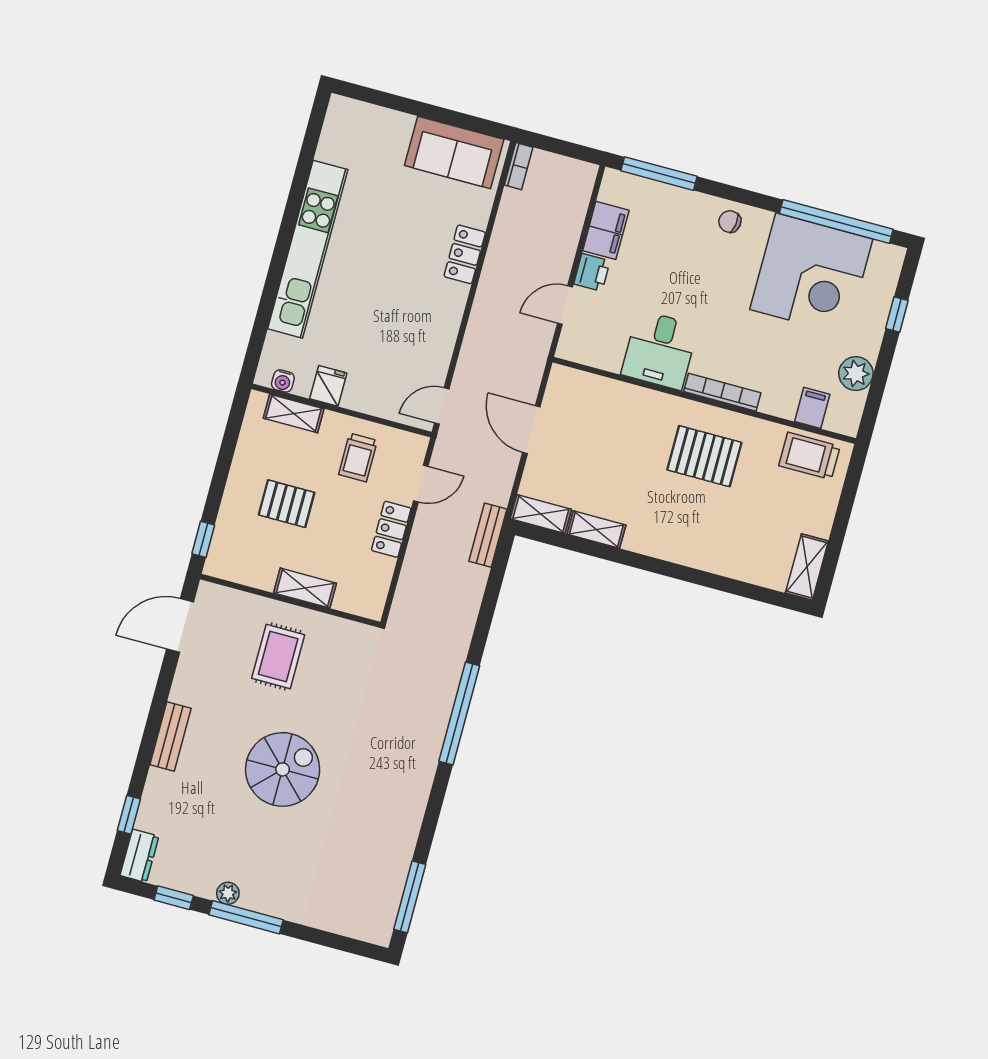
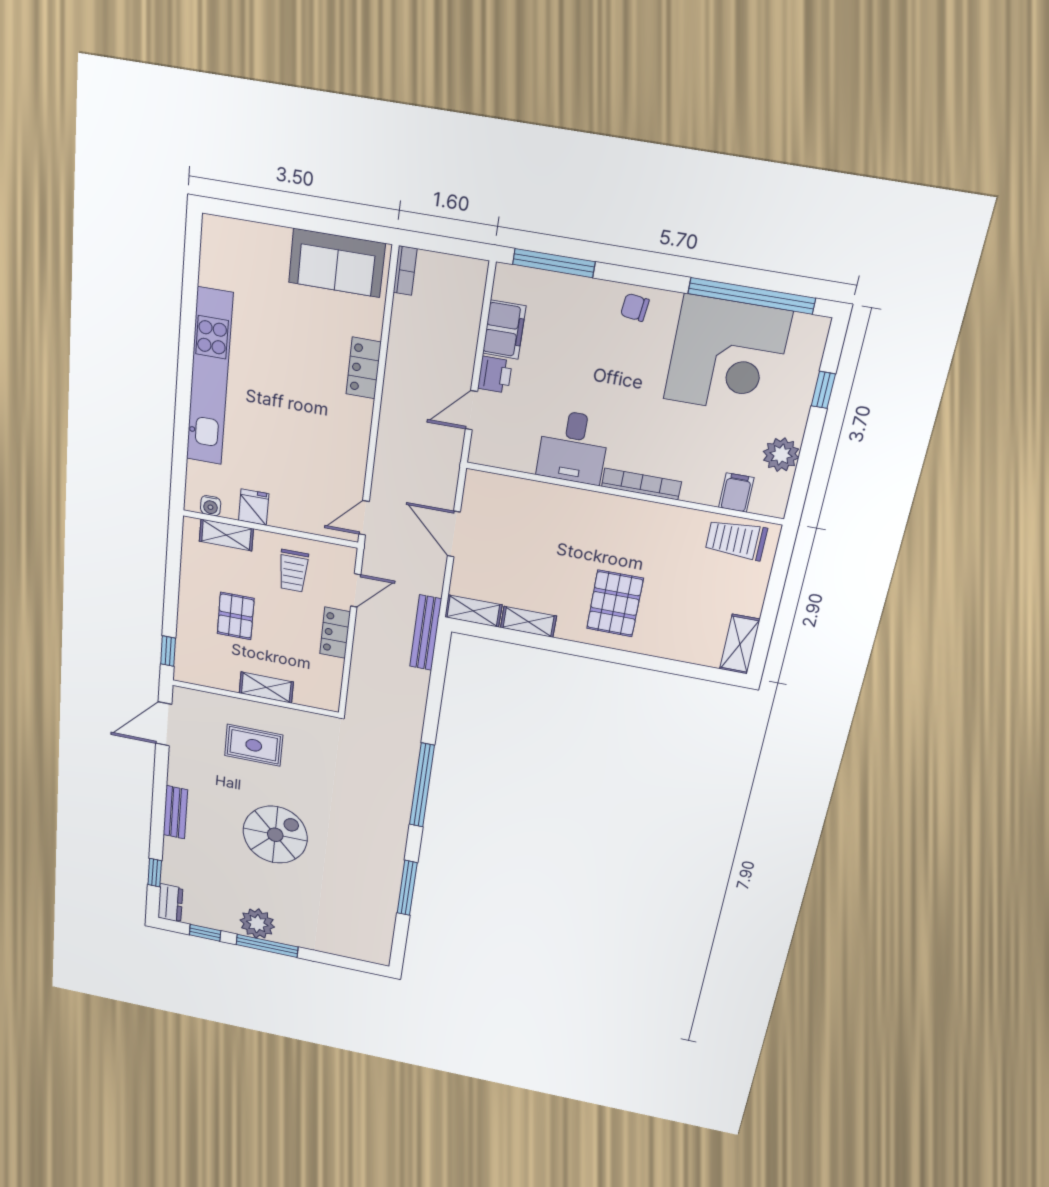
pallet: (704, 456) -> (615, 603), moved, turned 90
pallet: (287, 504) -> (236, 616), turned 90
bench: (488, 535) -> (426, 633), width x1.36
rug: (278, 656) -> (254, 745), turned 90
plant: (228, 893) -> (257, 924), width x1.88, depth x1.88
window: (410, 897) -> (407, 888), moved

